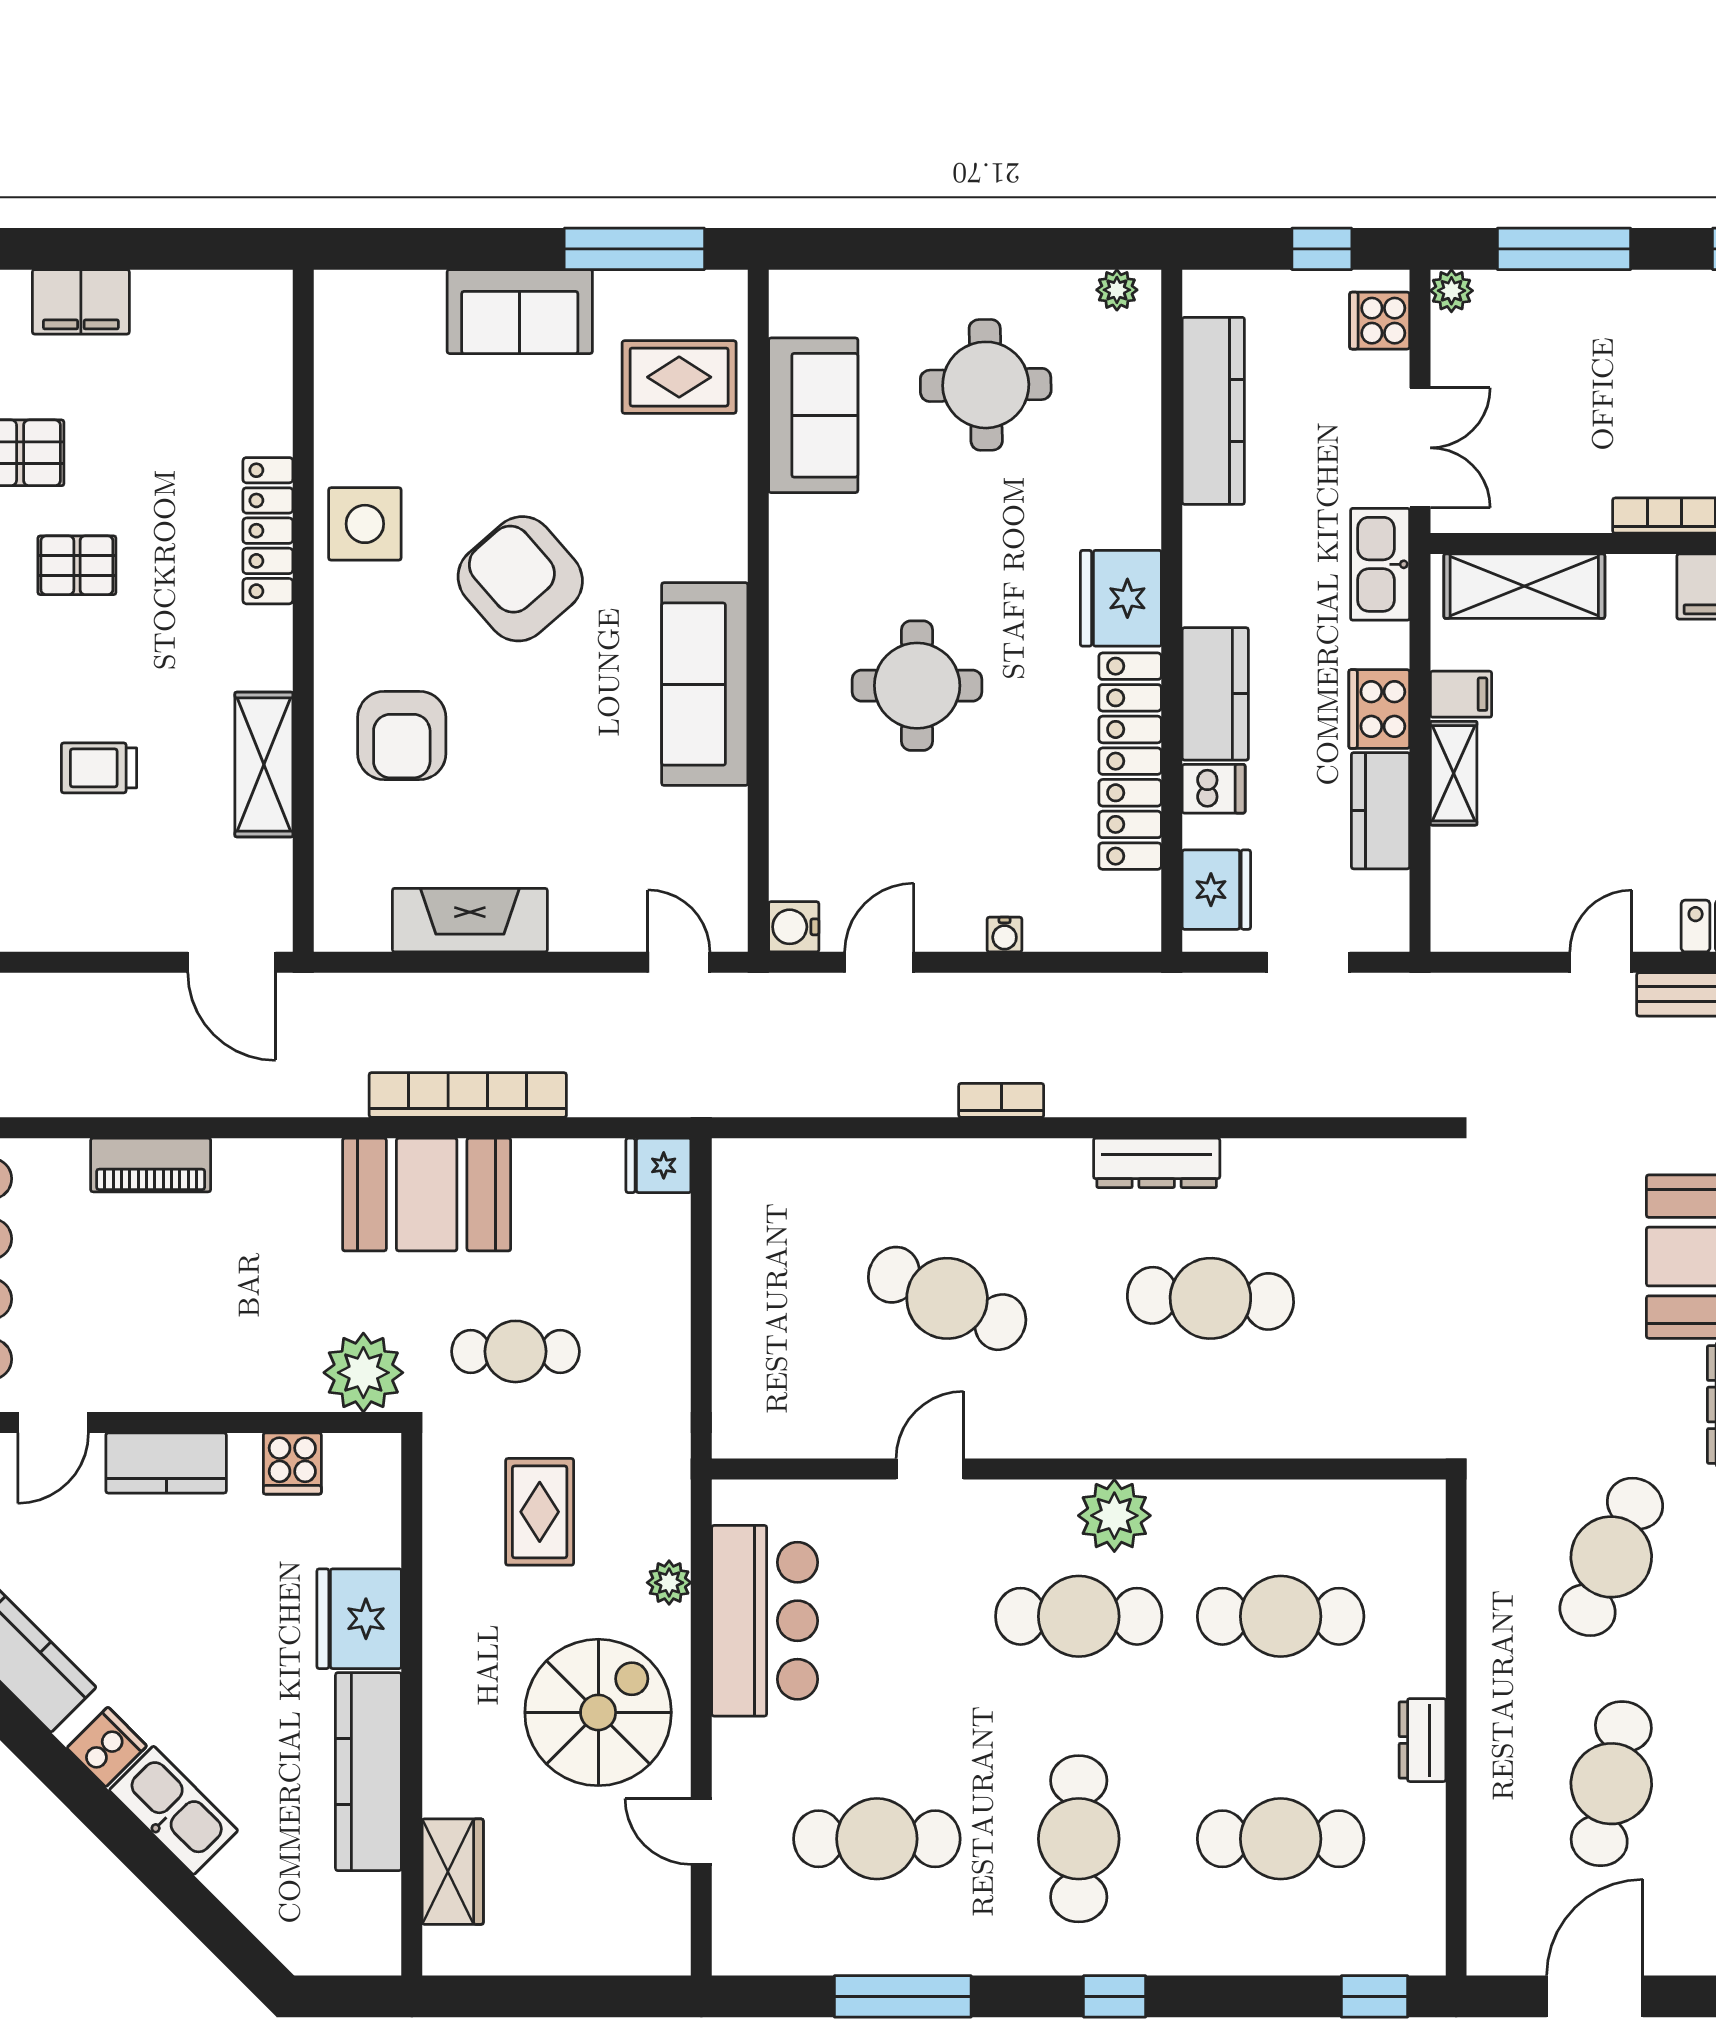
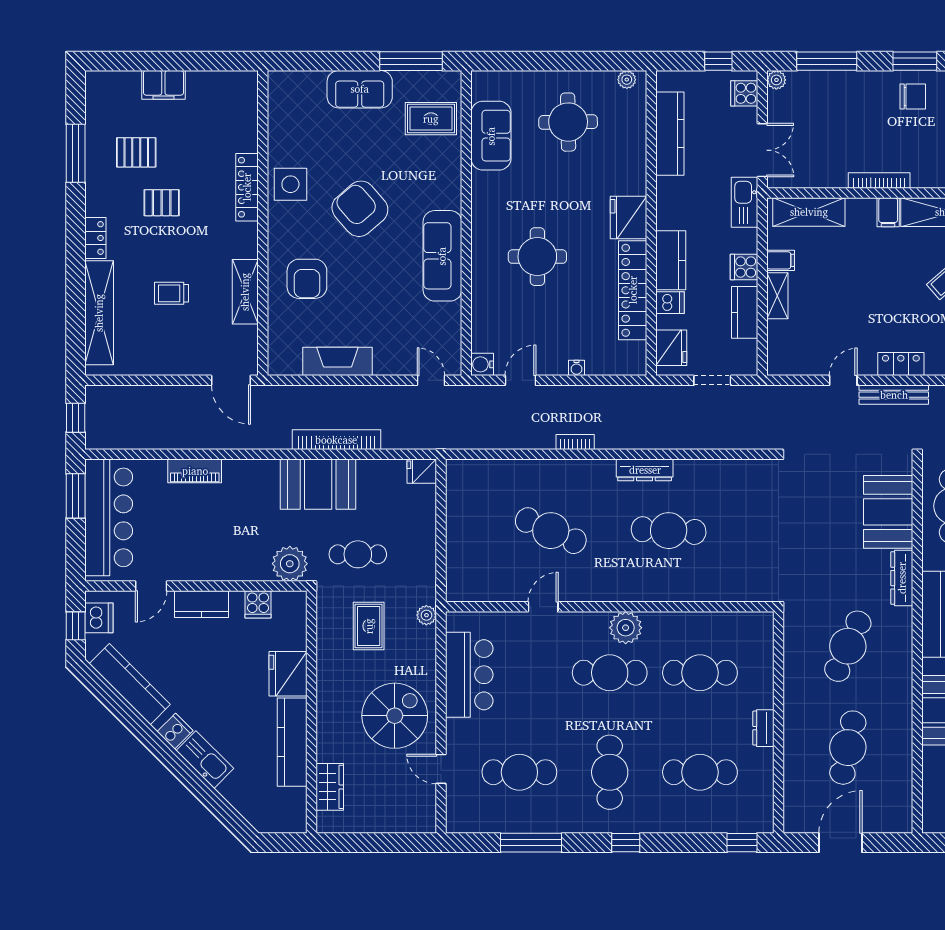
cooker: (1379, 709) -> (744, 267), width x0.73
plant: (669, 1583) -> (426, 615), moved

